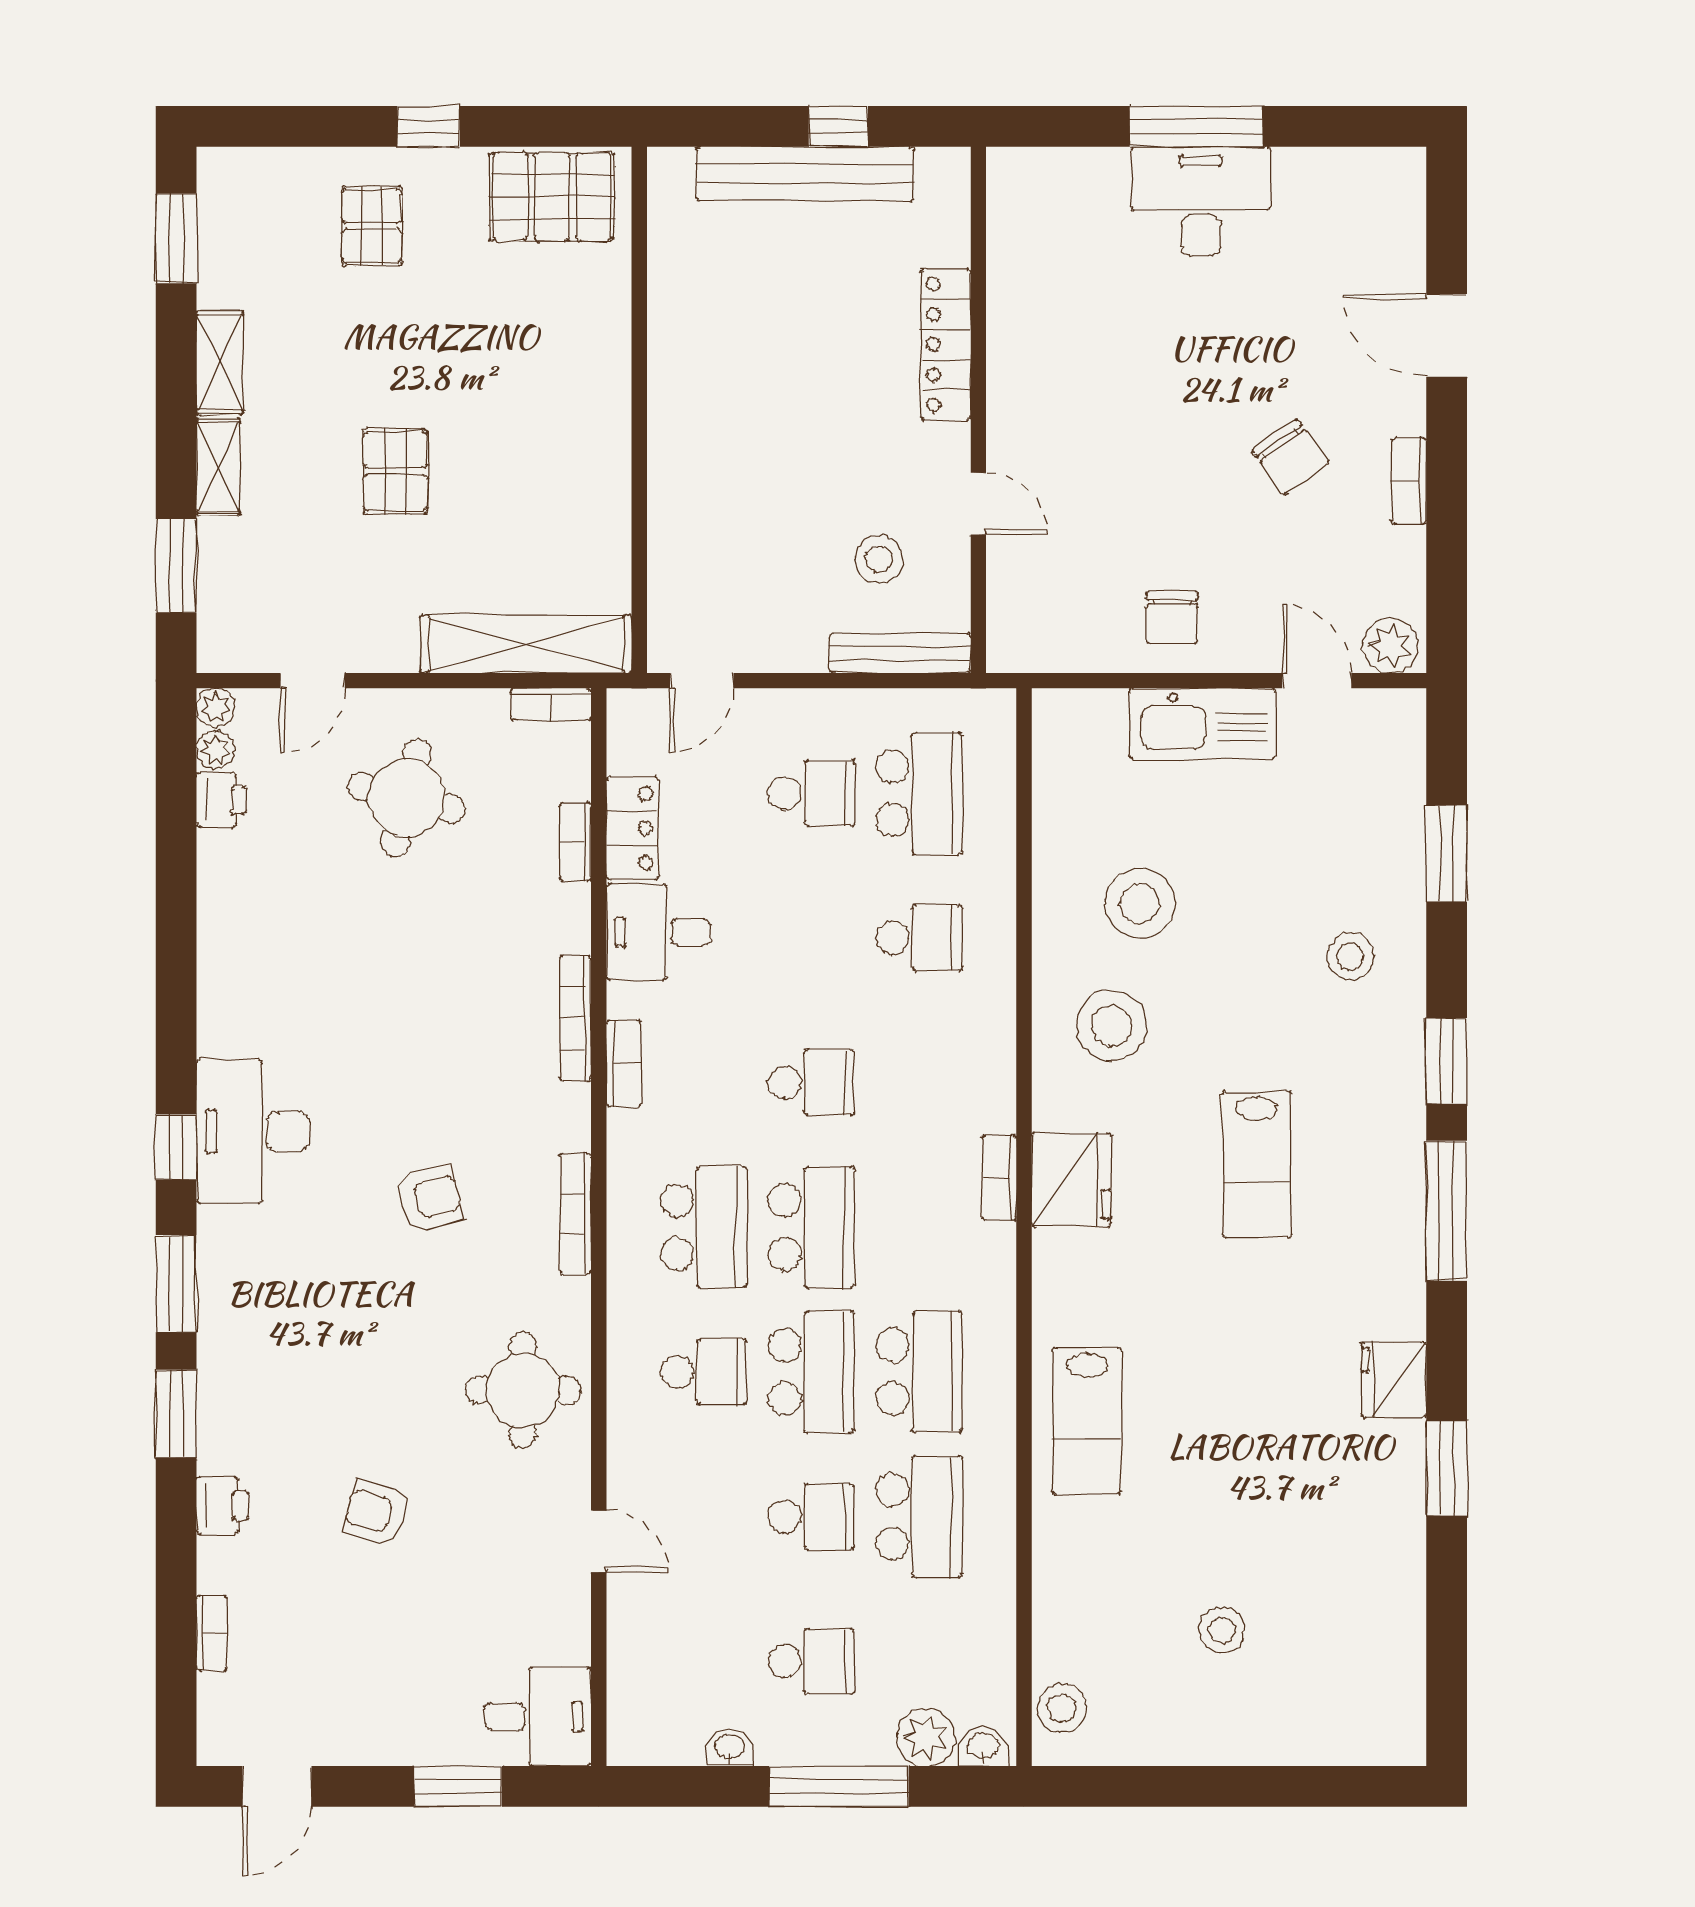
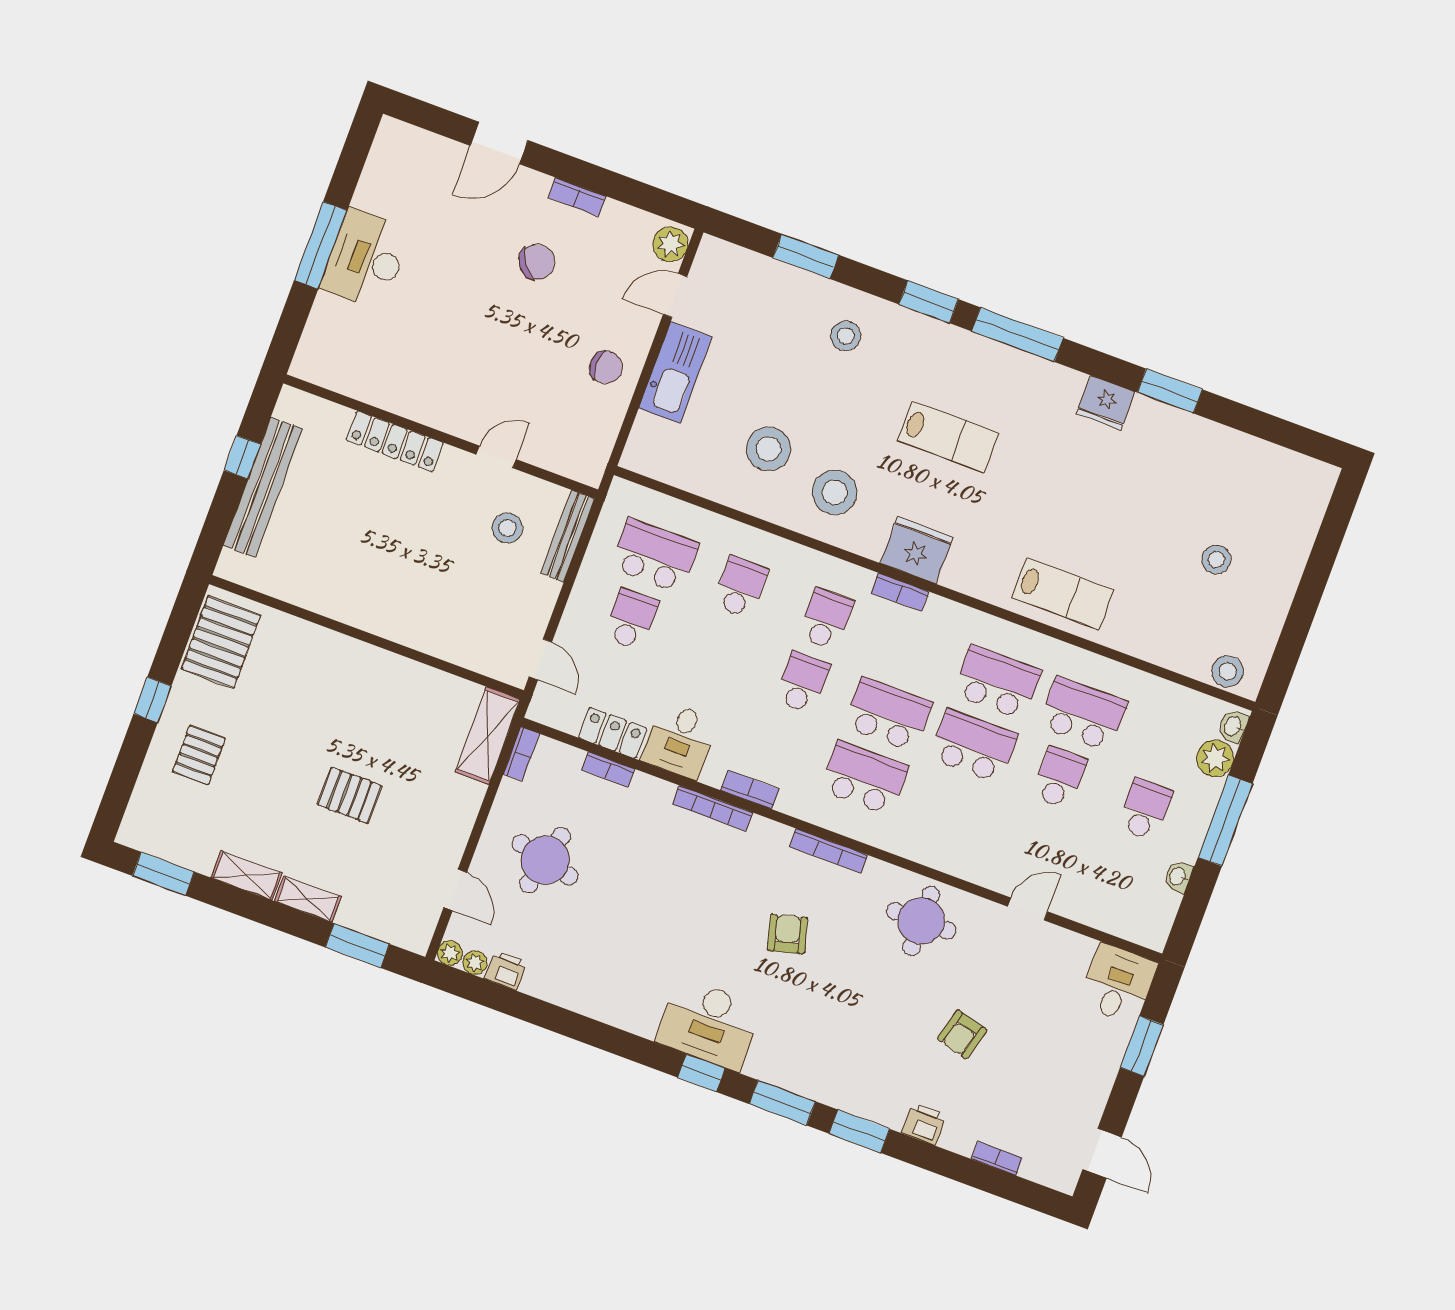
pallet: (372, 226) -> (199, 755), turned 90
shelving: (526, 644) -> (488, 736), width x0.68
school desk: (704, 1372) -> (826, 619), moved

